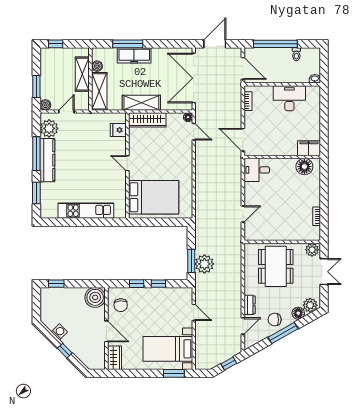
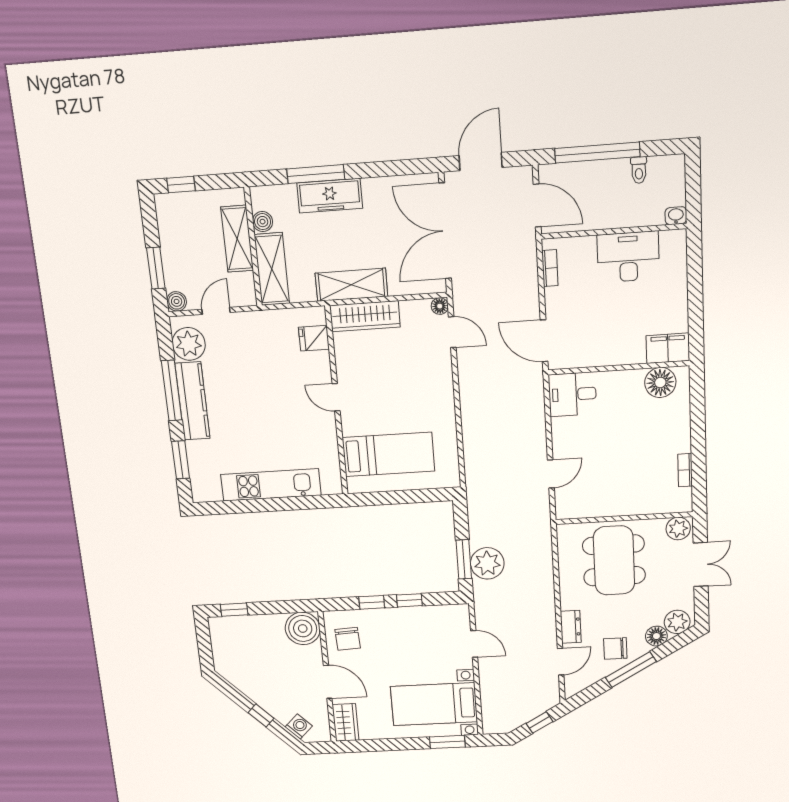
bed: (154, 197) -> (388, 454), width x0.67
washing machine: (59, 332) -> (299, 726), moved

